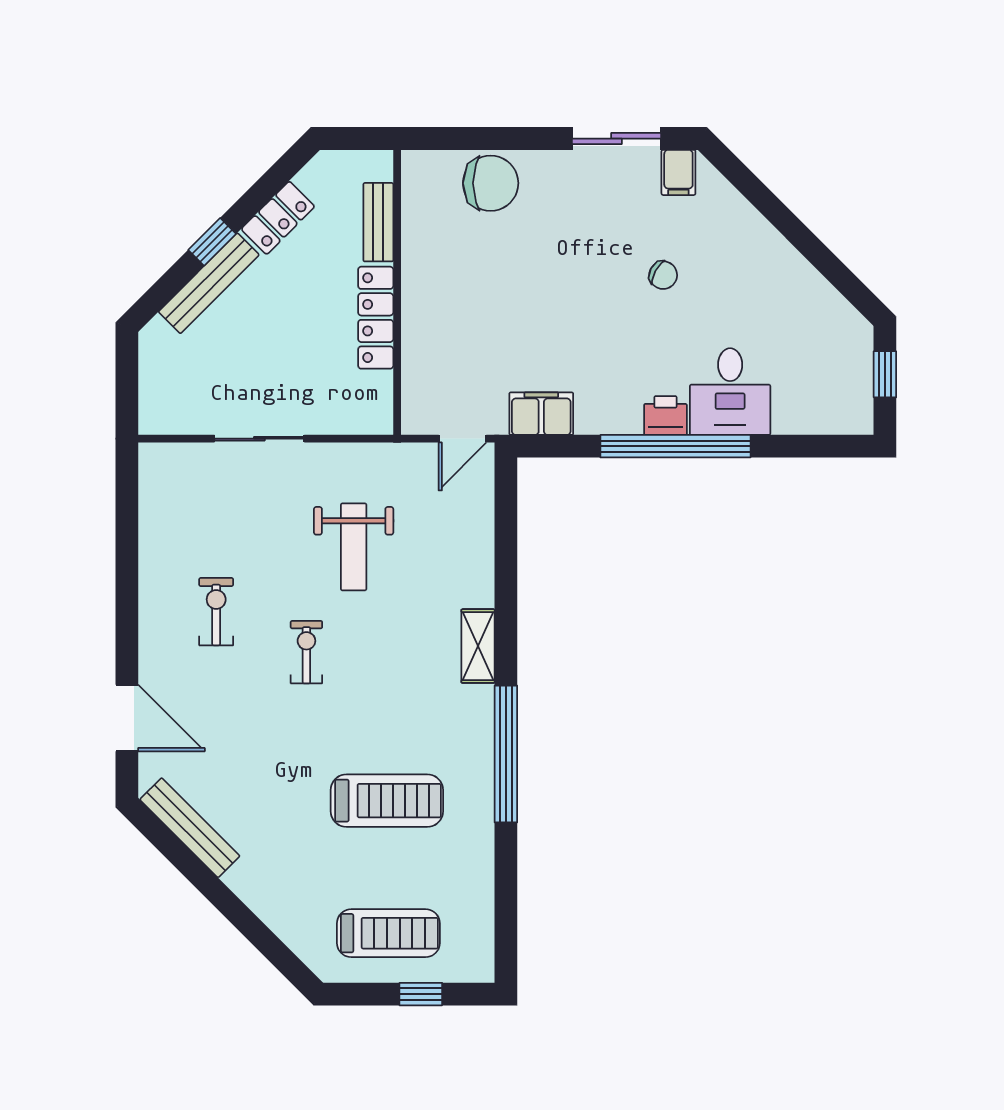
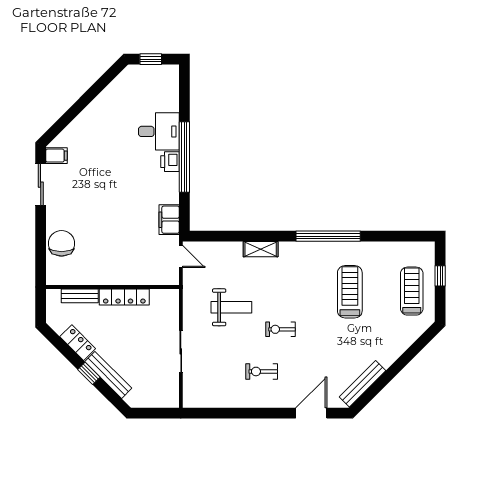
chair: (663, 275) -> (104, 163), removed
shelving: (478, 646) -> (261, 249), moved

